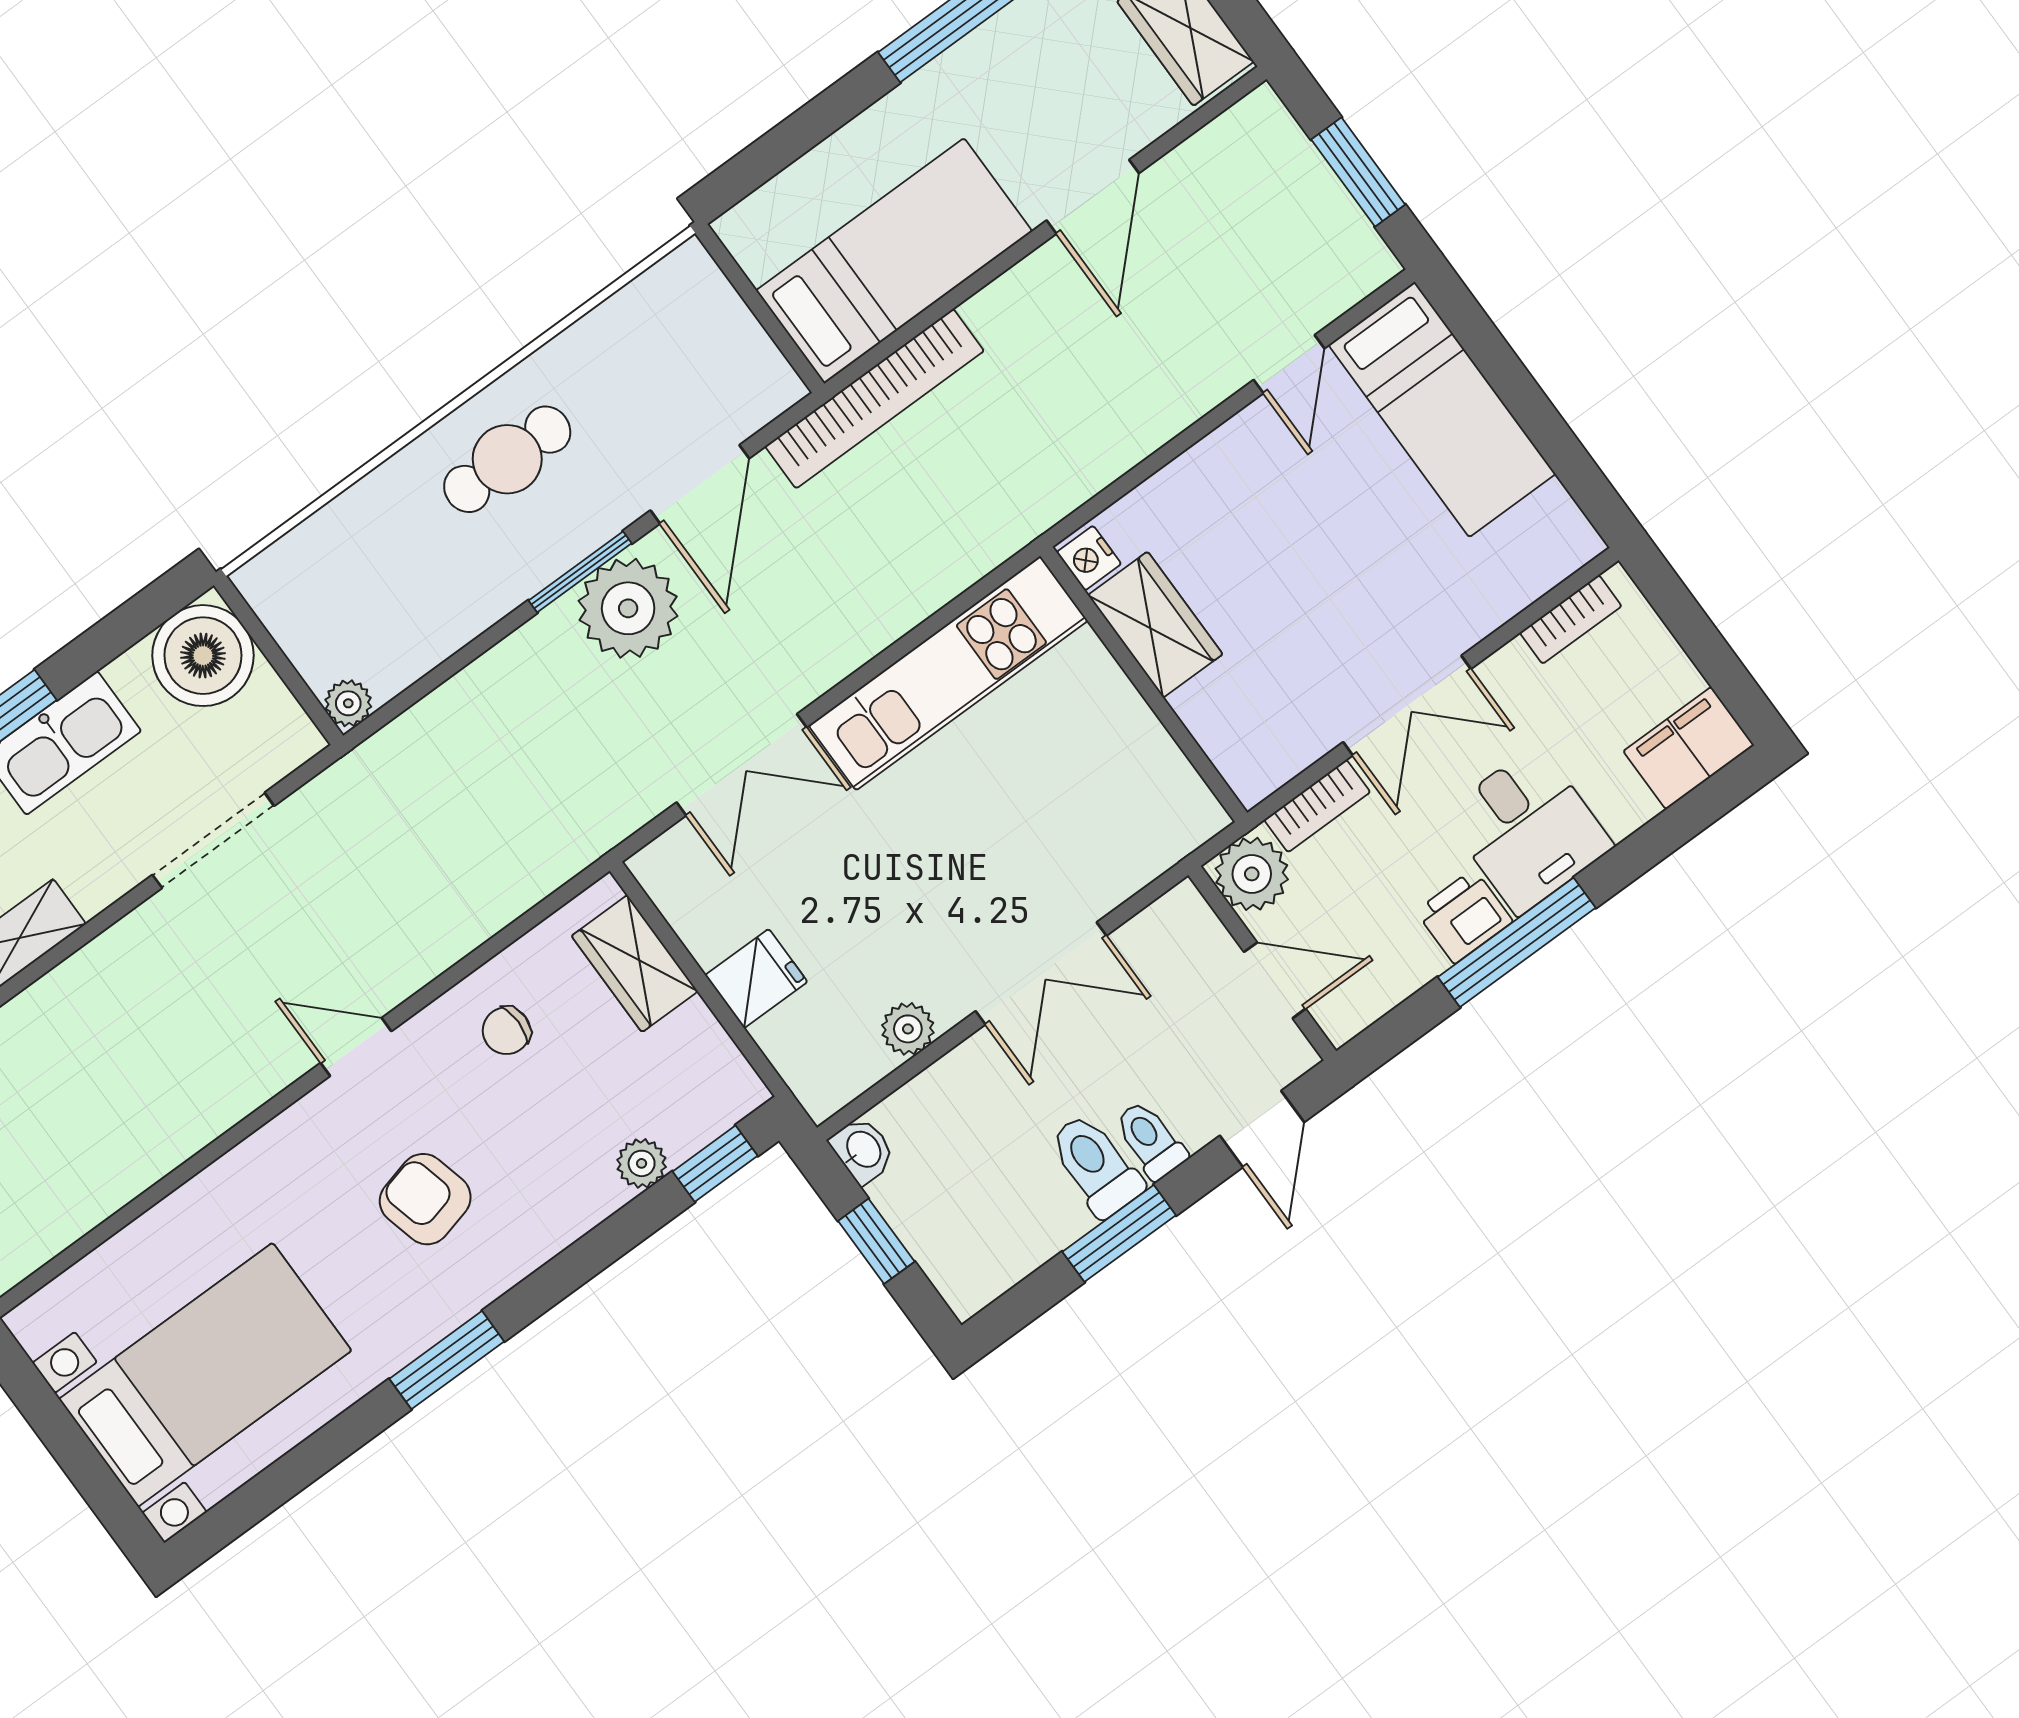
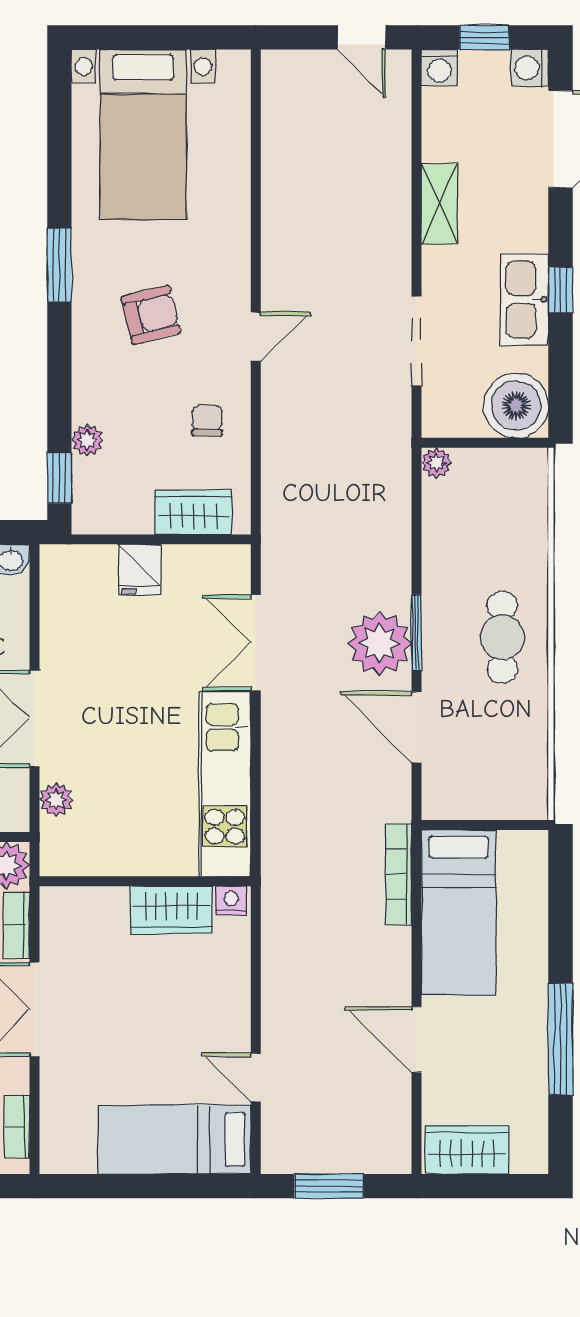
bookcase: (874, 399) -> (399, 874), width x0.68, depth x0.76
plant: (908, 1029) -> (56, 800), moved

